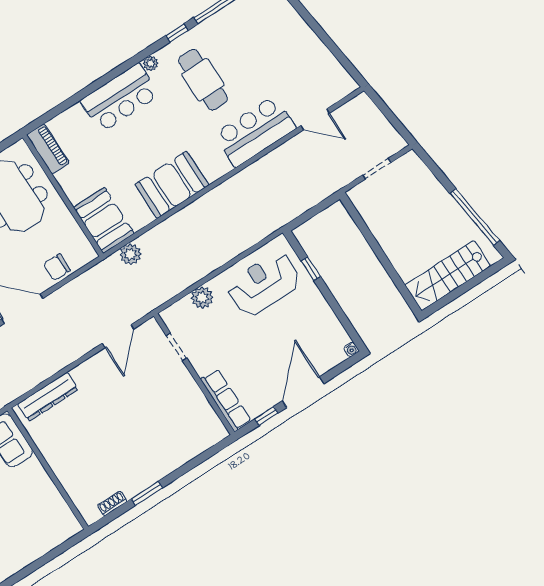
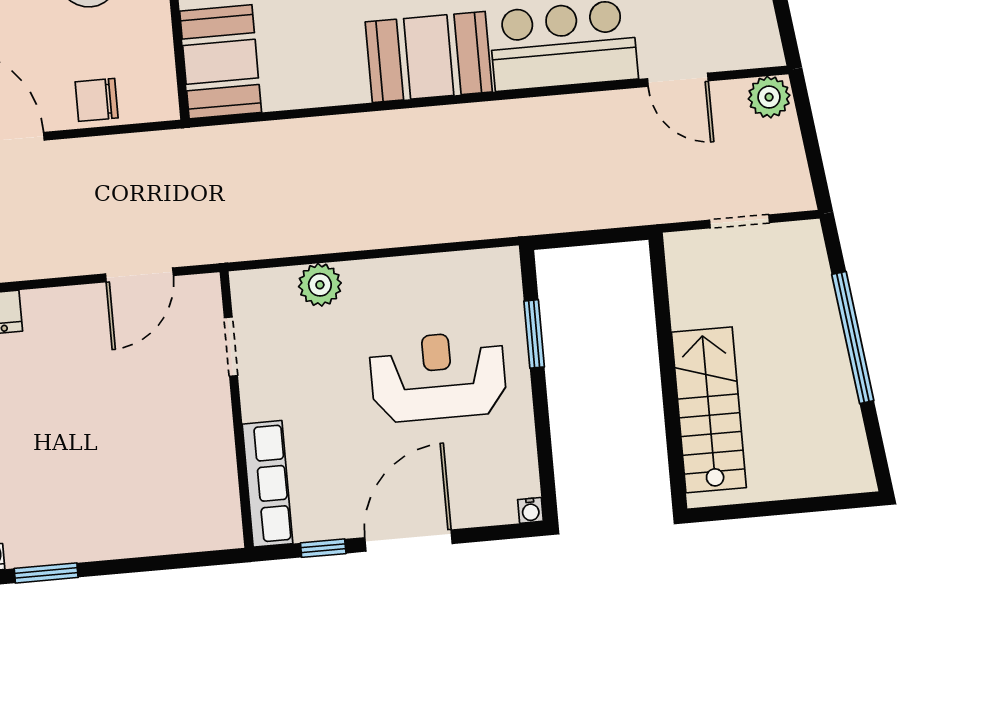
booth: (172, 185) -> (429, 57), moved
window: (475, 217) -> (853, 337), moved
plant: (131, 254) -> (769, 97), moved
window: (311, 269) -> (534, 334), width x1.50
stairs: (448, 276) -> (709, 410), moved, turned 90
reception desk: (264, 284) -> (438, 376), moved

